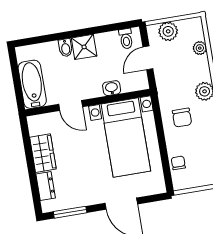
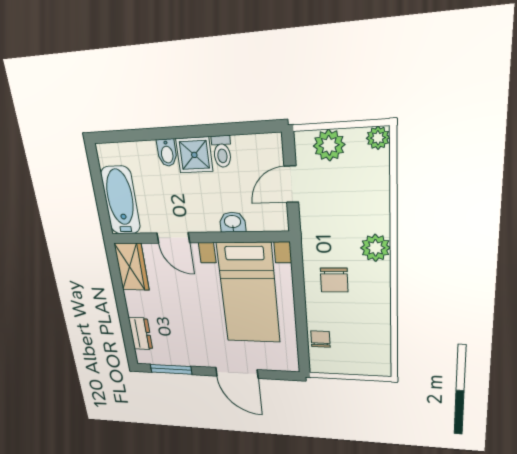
toilet: (126, 39) -> (222, 152), moved
plant: (200, 48) -> (378, 138), moved
wardrobe: (43, 153) -> (132, 267), moved

